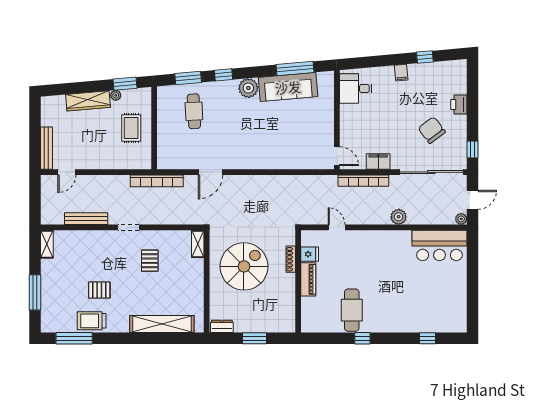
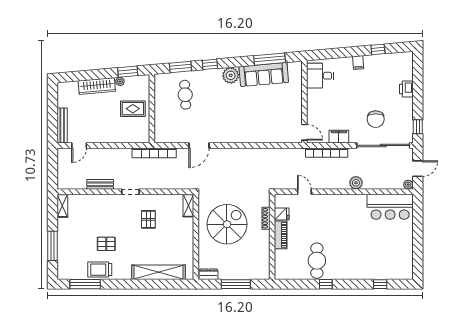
rug: (131, 128) -> (133, 109), turned 90
chair: (432, 130) -> (376, 119), moved, turned -143
bench: (86, 219) -> (100, 184), width x0.73
window: (254, 338) -> (236, 284), width x1.44

